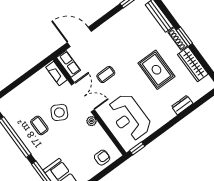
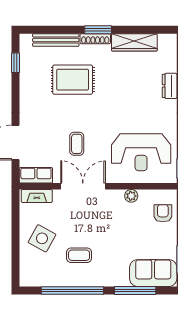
rug: (156, 70) -> (73, 80), moved
side table: (59, 112) -> (42, 238), moved
plant: (92, 121) -> (131, 196), moved

